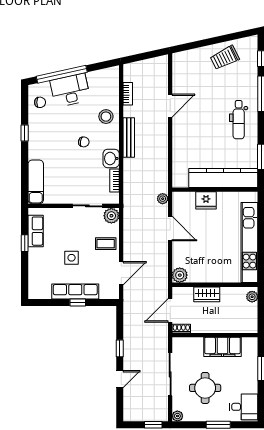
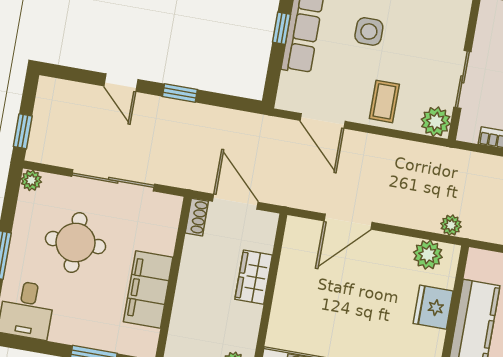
door: (170, 228) -> (348, 222), moved
plant: (180, 275) -> (428, 255), moved

